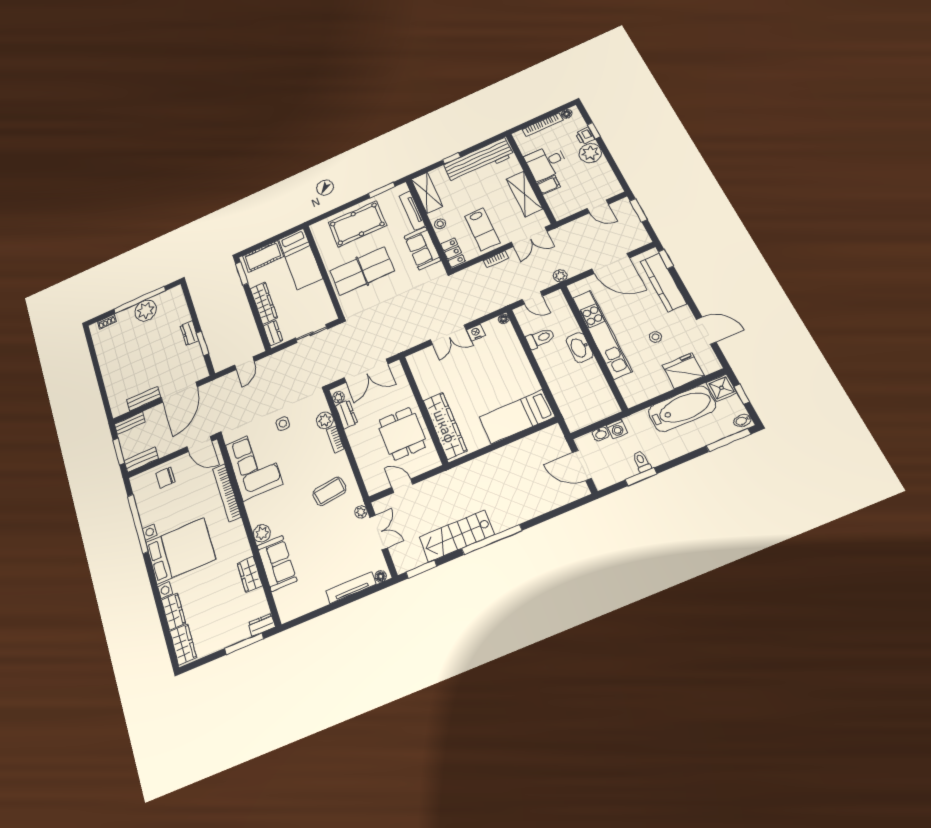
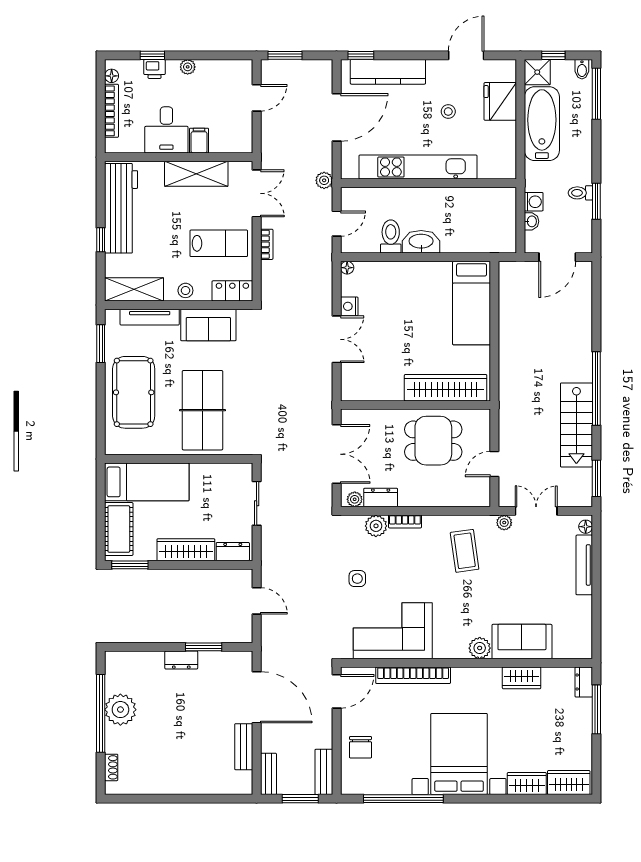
plant: (590, 153) -> (188, 67), width x0.53, depth x0.53
washbasin: (580, 348) -> (421, 242), moved, turned 180

